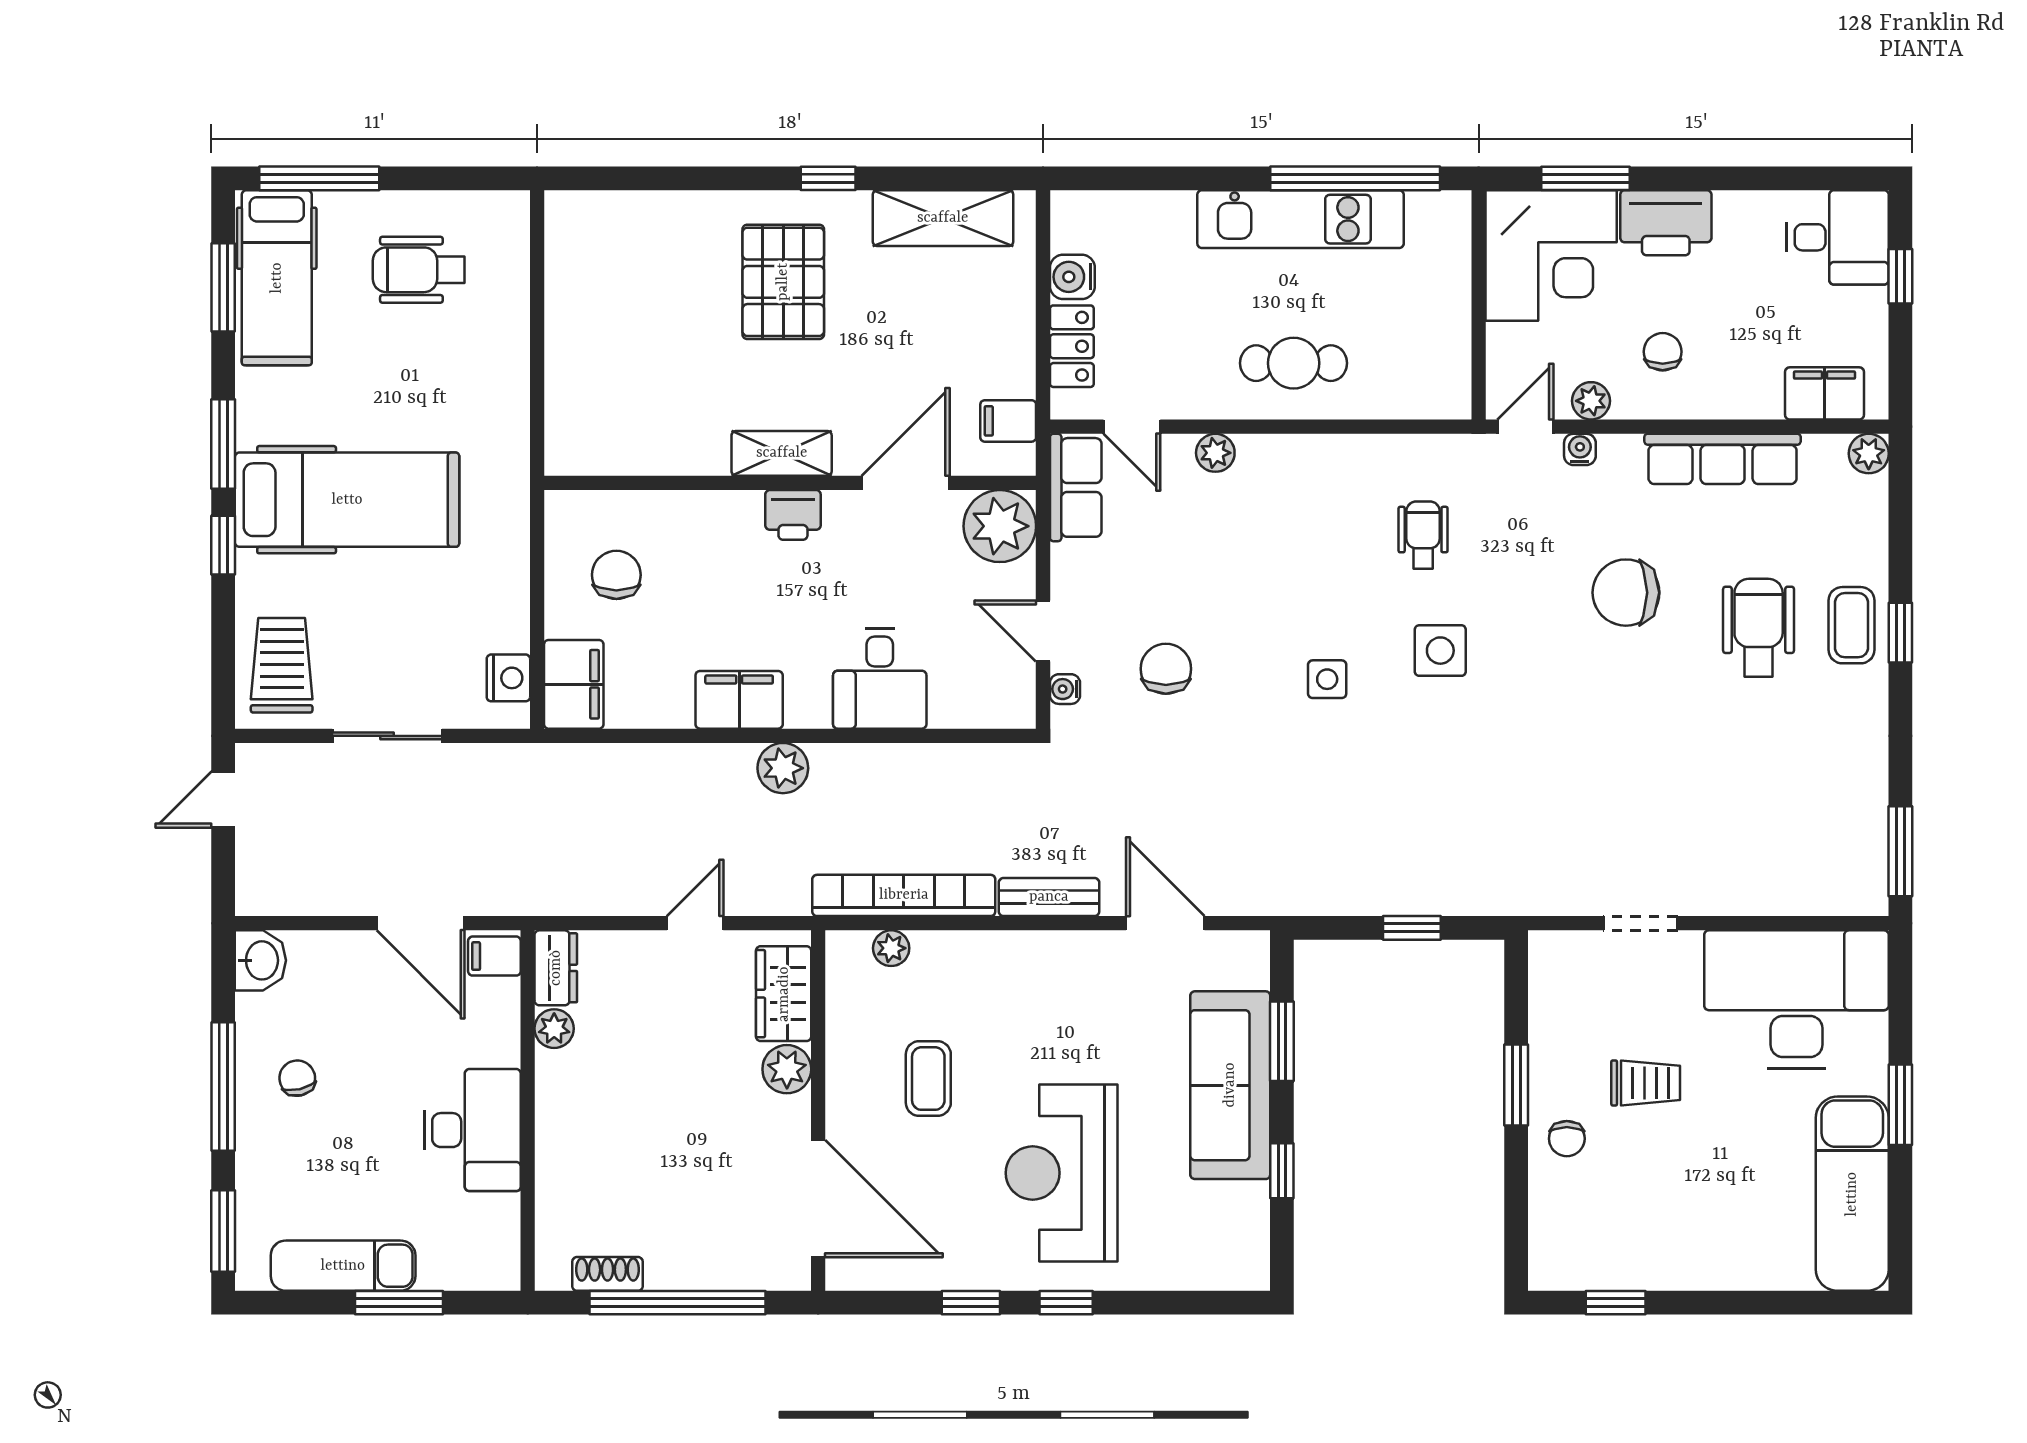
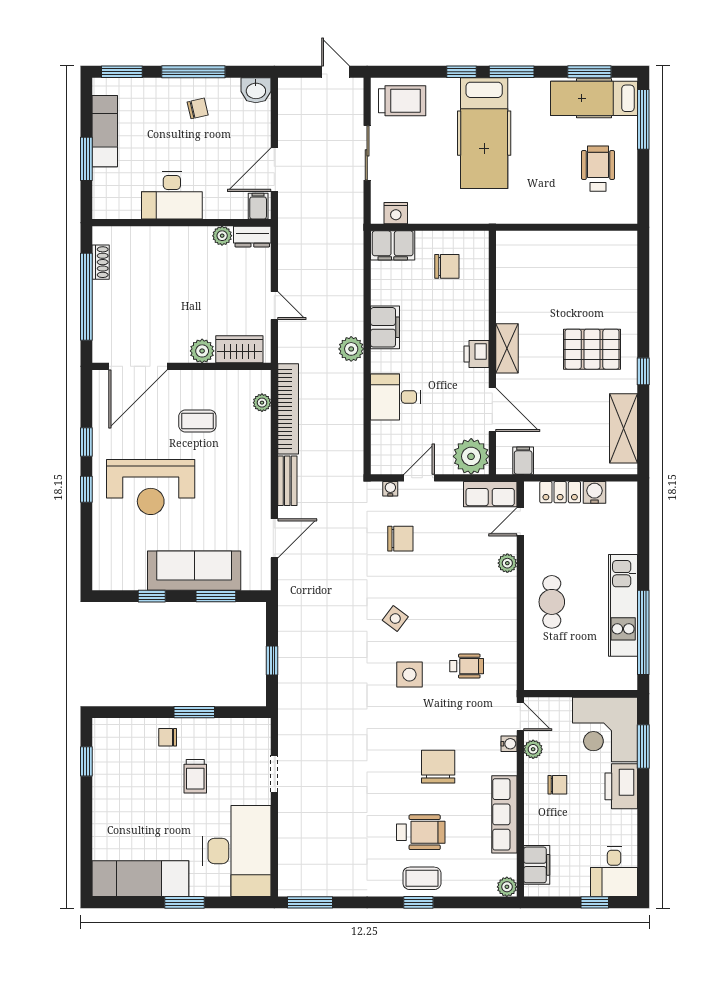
side table: (1327, 679) -> (395, 619), turned 37
reception desk: (1062, 1173) -> (151, 487), turned 180

